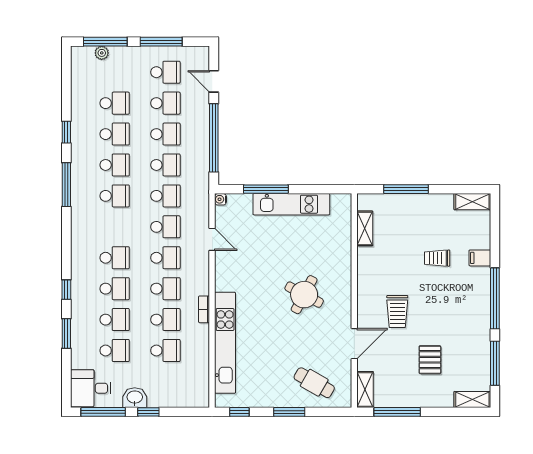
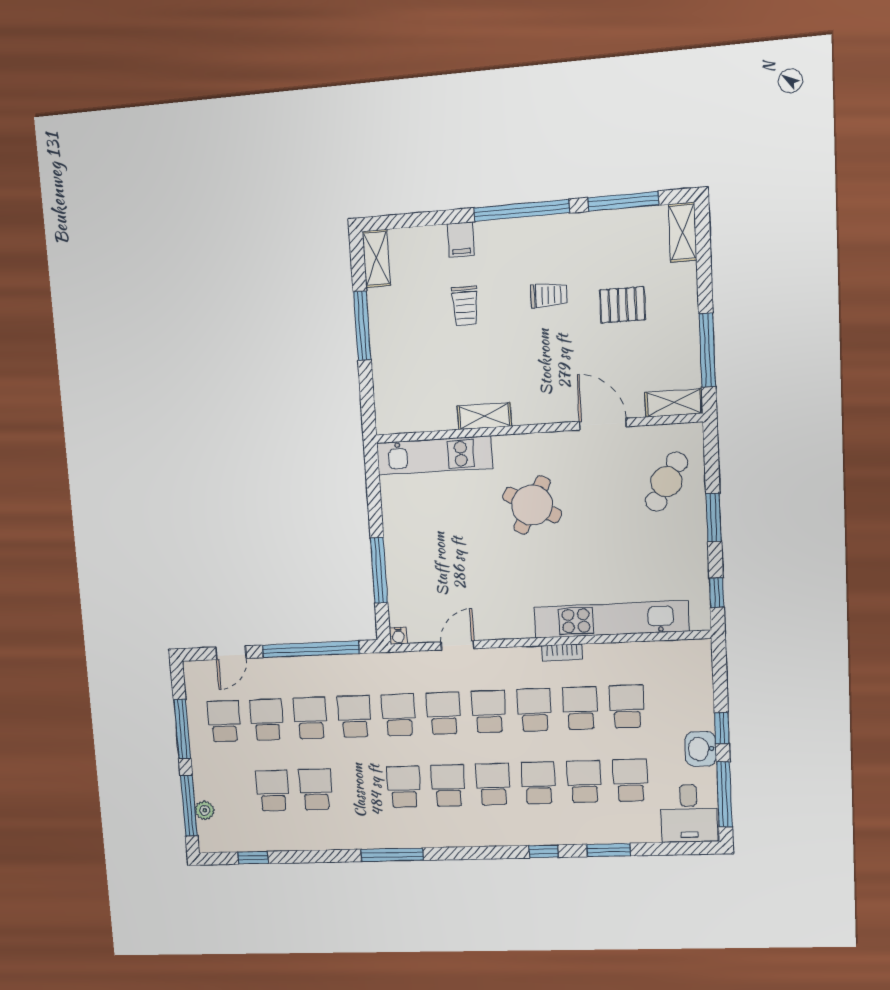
window: (66, 132) -> (253, 858), moved
school desk: (115, 165) -> (448, 786), moved
window: (406, 189) -> (362, 326), moved
kitchen unit: (291, 204) -> (434, 455), moved, turned 90
shelving: (365, 228) -> (484, 416), moved
trolley: (397, 312) -> (549, 295), moved, width x0.73, depth x0.72

